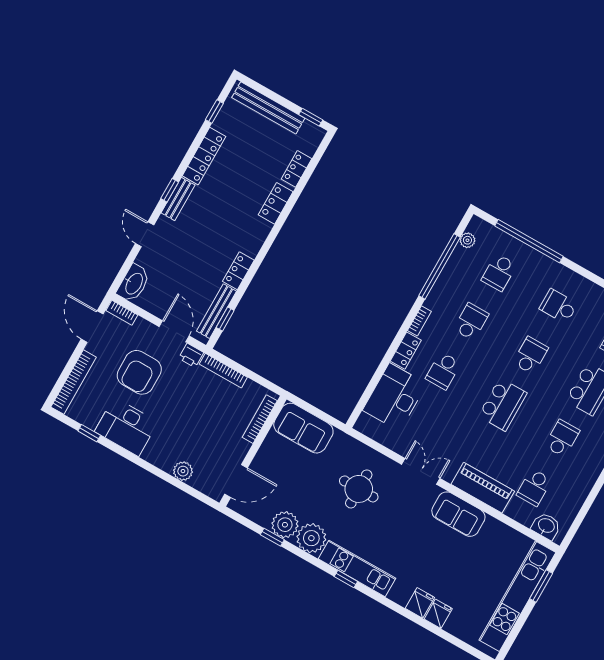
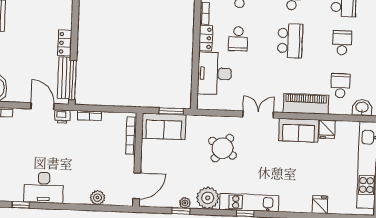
window: (225, 319) -> (73, 80), width x2.17
bookcase: (223, 371) -> (90, 116), width x0.64
armchair: (139, 372) -> (33, 146), removed
window: (321, 415) -> (171, 111), added
school desk: (534, 487) -> (340, 86), turned 180
round table: (359, 489) -> (222, 148), turned 34
plant: (285, 525) -> (185, 203), width x0.53, depth x0.53
fridge: (420, 603) -> (327, 129), moved, turned 180

